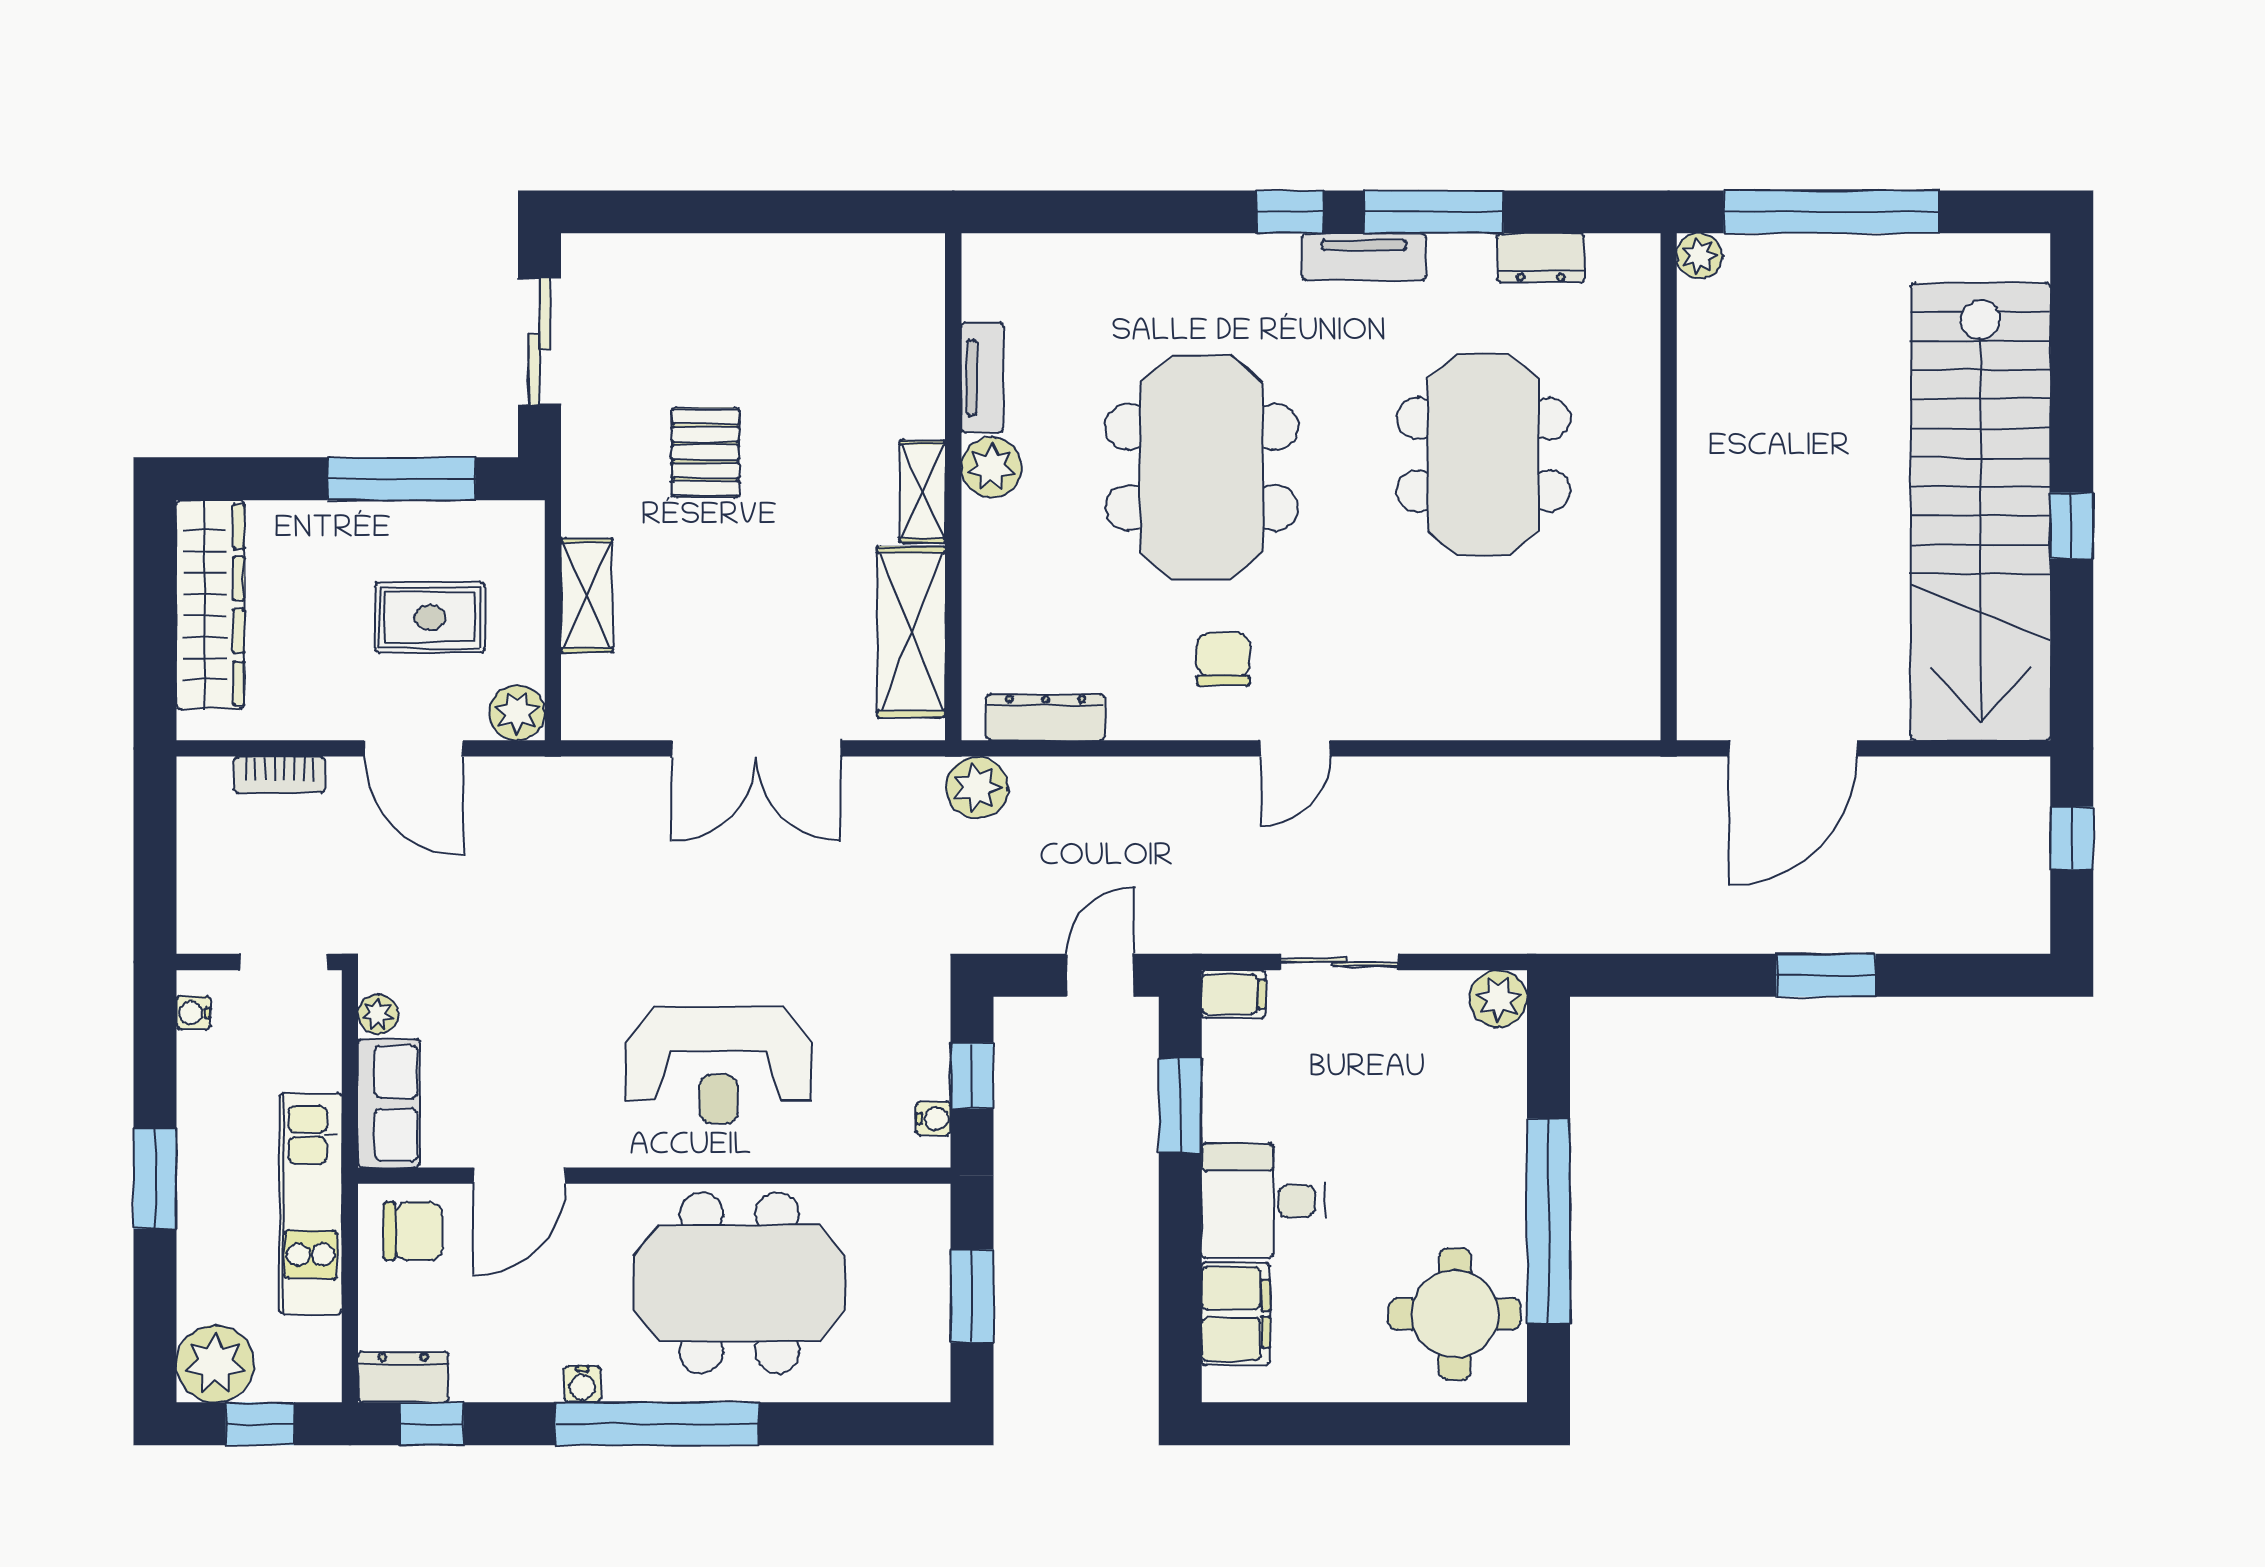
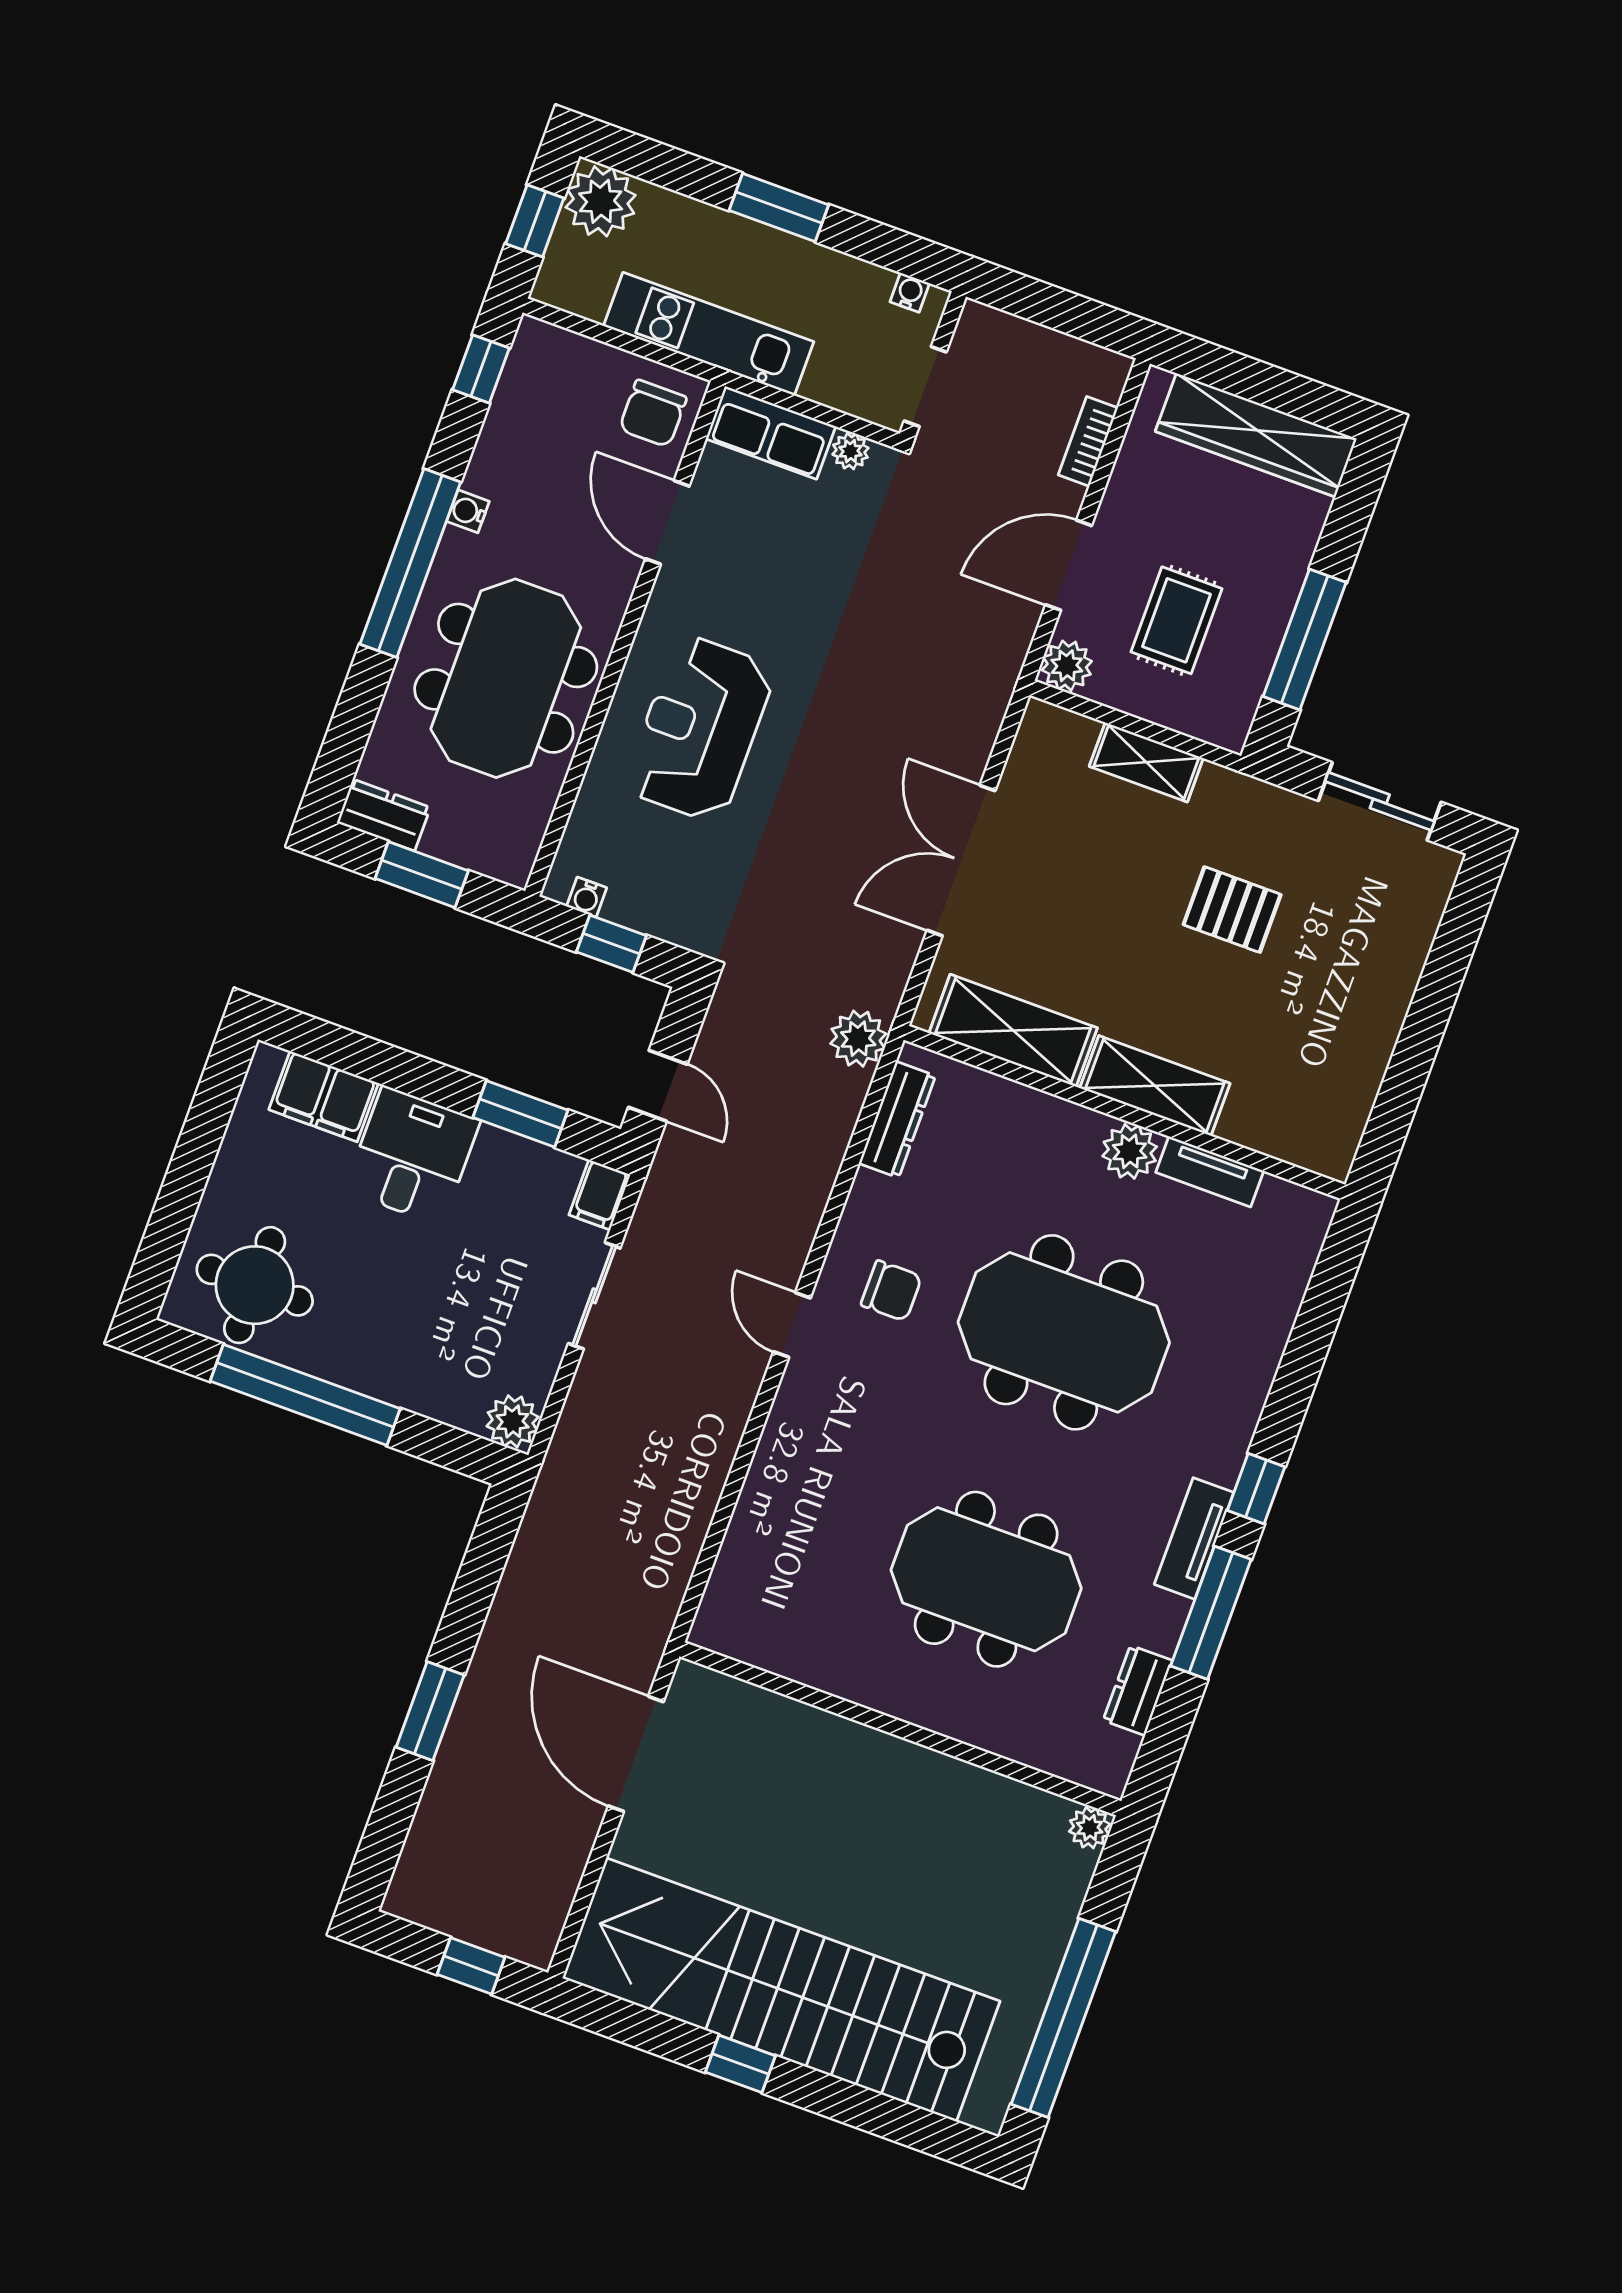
window: (1832, 212) -> (1063, 2018), moved
shelving: (922, 491) -> (1155, 1086), width x1.50, depth x1.33
dresser: (403, 1377) -> (384, 815), moved, turned -90

